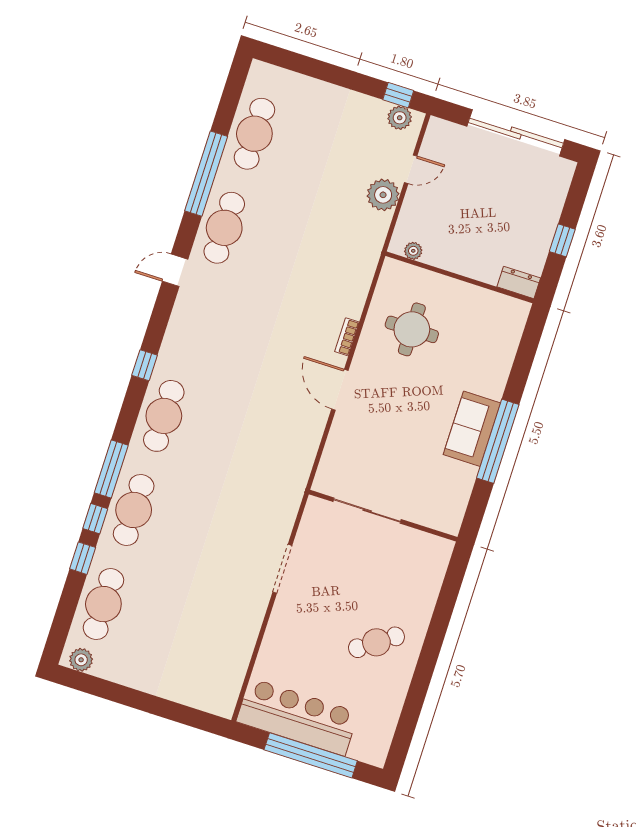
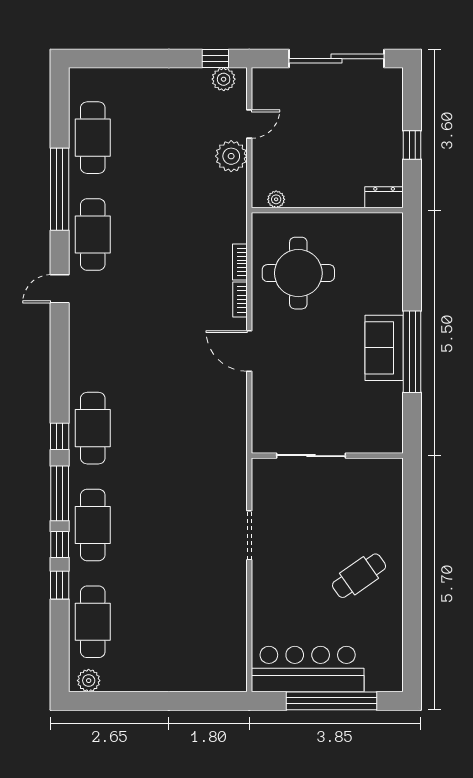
bookcase: (358, 300) -> (240, 262), added
round table: (412, 329) -> (298, 273), width x1.36, depth x1.36
window: (145, 365) -> (60, 436), moved

